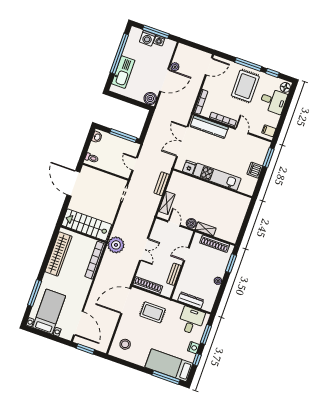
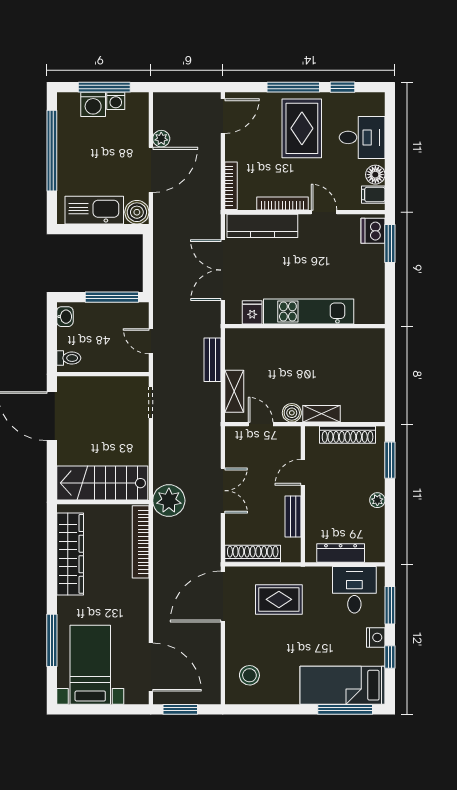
kitchen sink: (123, 72) -> (94, 210), moved, turned -90
floor lamp: (285, 87) -> (375, 175), moved
dishwasher: (255, 170) -> (373, 231), moved

